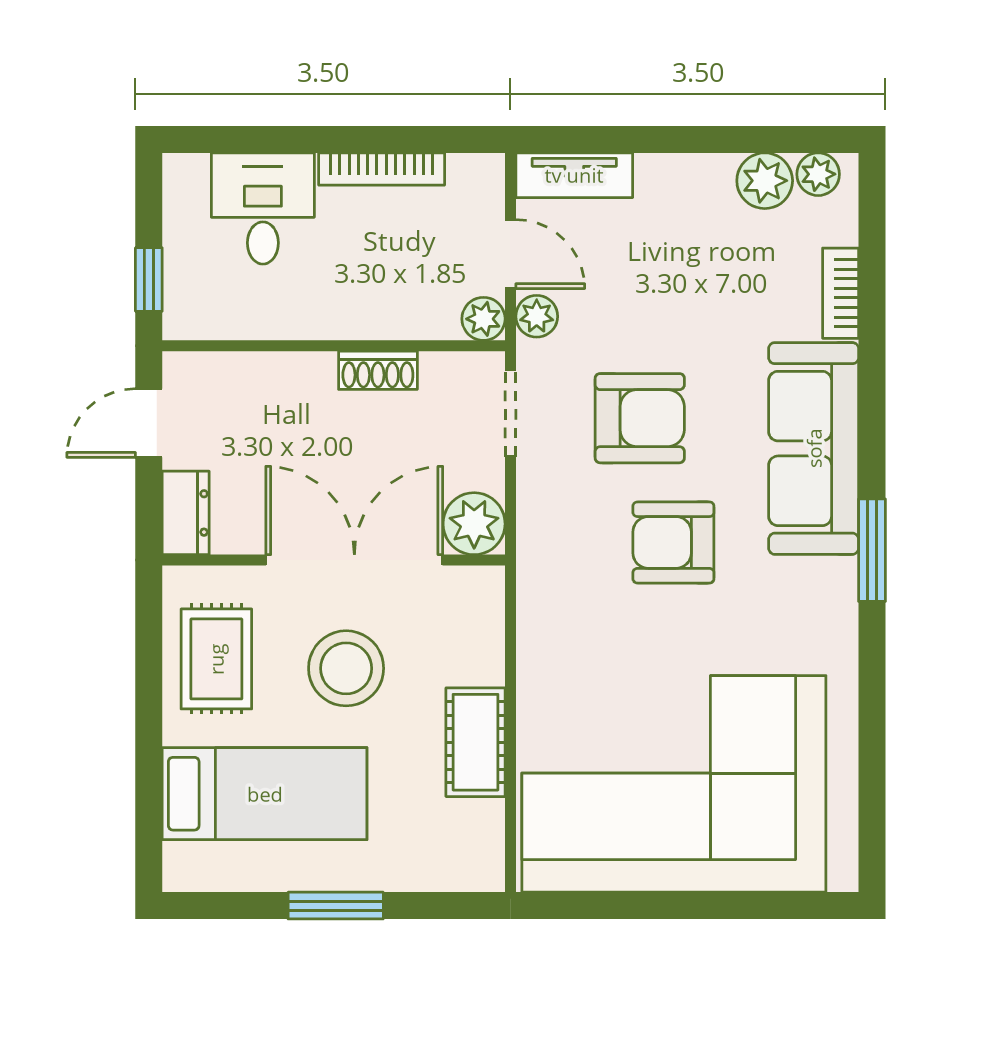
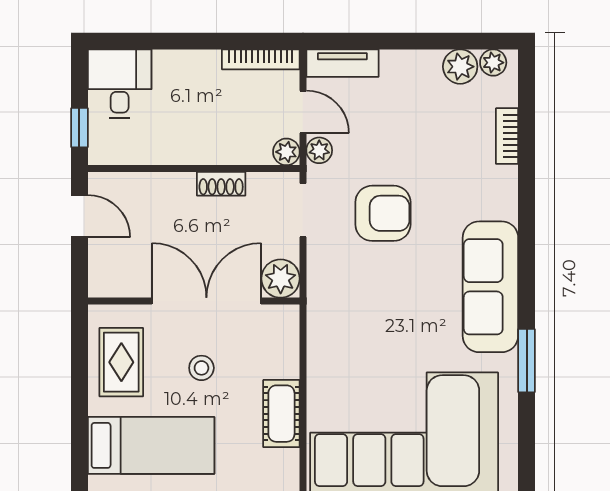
bookcase: (382, 169) -> (261, 59), moved
desk: (263, 208) -> (120, 84), moved
door: (149, 423) -> (79, 216), swing flipped
sofa: (814, 448) -> (490, 287), moved
dresser: (186, 513) -> (102, 272), removed
armchair: (673, 542) -> (404, 290), removed
window: (872, 550) -> (527, 361), moved
stool: (346, 668) -> (201, 368), width x0.53, depth x0.53

